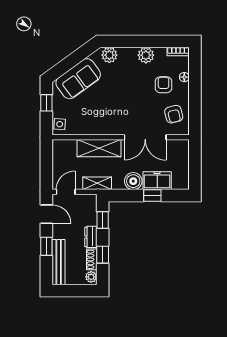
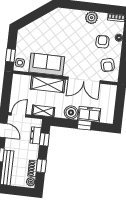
plant: (109, 55) -> (64, 14), removed
sofa: (78, 79) -> (47, 64), moved, turned -144
window: (46, 103) -> (11, 55), moved
dresser: (91, 237) -> (36, 135), moved

